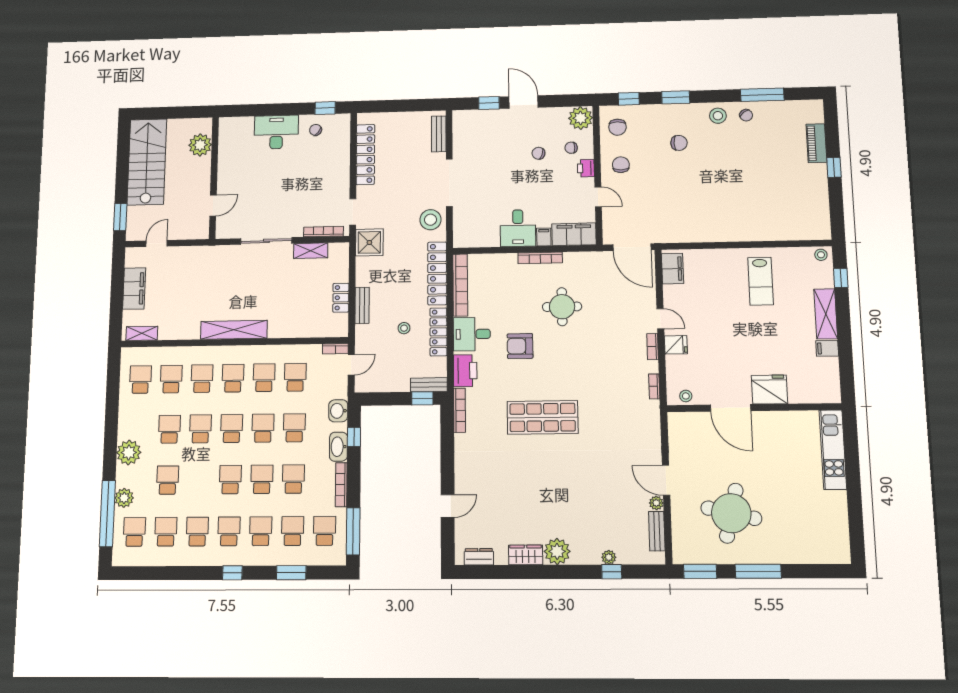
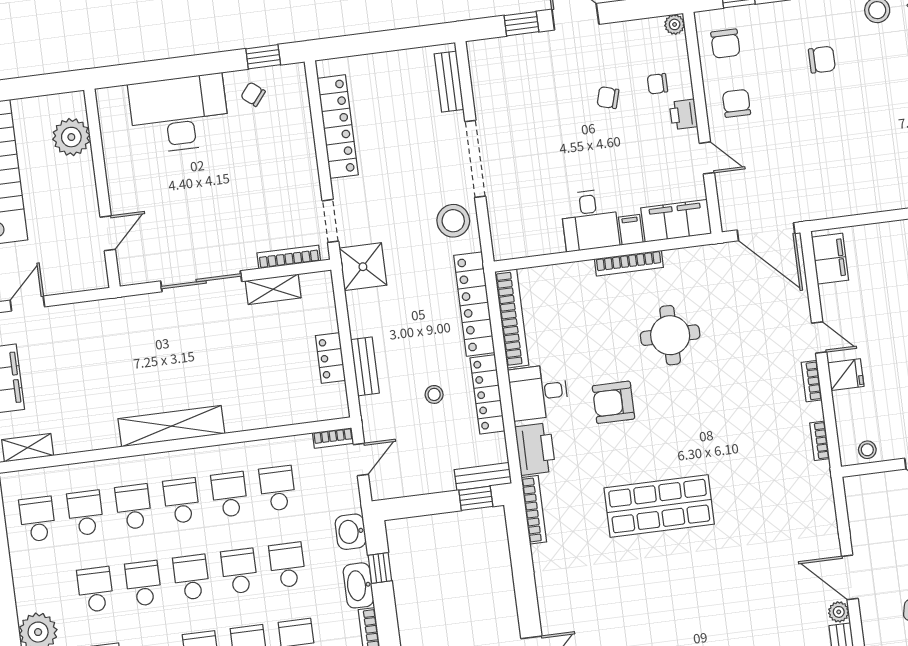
plant: (581, 118) -> (675, 24), width x0.53, depth x0.53
desk: (276, 132) -> (179, 114), width x1.36, depth x1.30

